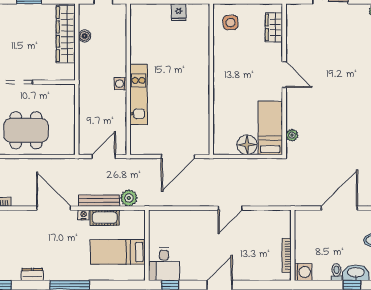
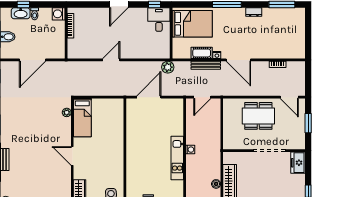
kitchen unit: (139, 94) -> (177, 158), moved
floor lamp: (247, 145) -> (99, 105), removed
plant: (129, 198) -> (168, 67), moved
bed: (118, 252) -> (192, 24), width x1.50

